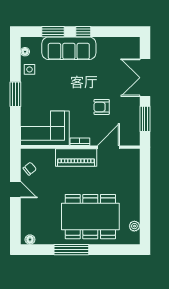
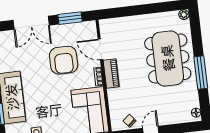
armchair: (102, 107) -> (64, 60), width x1.88, depth x1.88
piano: (76, 158) -> (111, 74), width x0.73, depth x0.75
plant: (134, 226) -> (184, 15), moved

